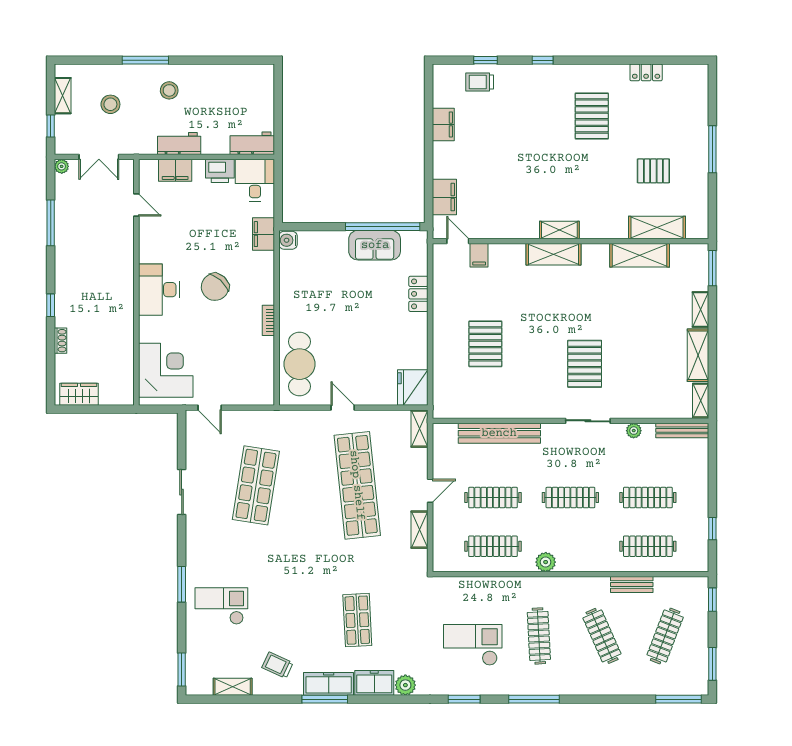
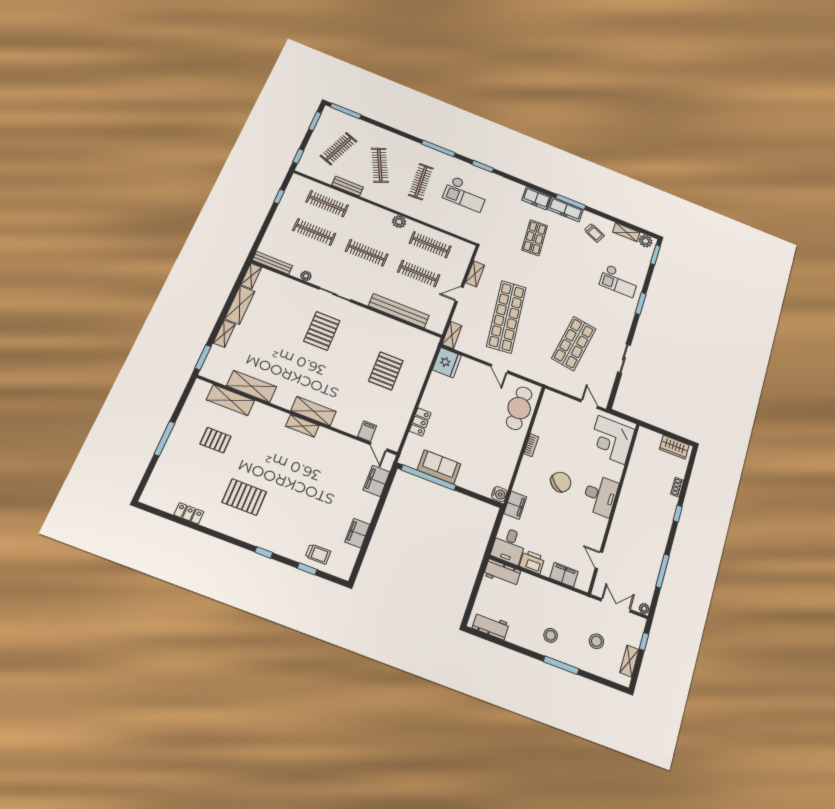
pallet: (592, 116) -> (244, 497), turned 90
workbench: (179, 144) -> (491, 626), moved, turned 180
plant: (405, 685) -> (646, 241), moved

